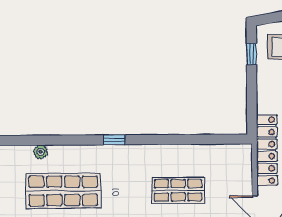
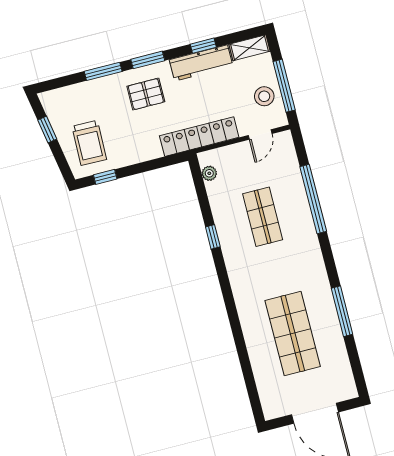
window: (114, 140) -> (213, 237), moved
plant: (41, 152) -> (209, 173), moved

